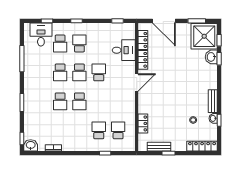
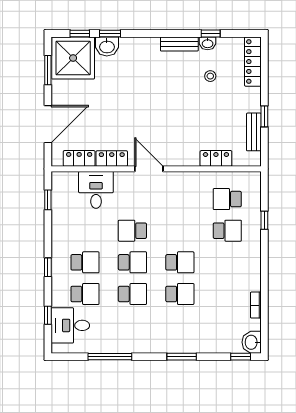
school desk: (79, 43) -> (85, 262), turned 180
school desk: (99, 130) -> (227, 231), turned 180

